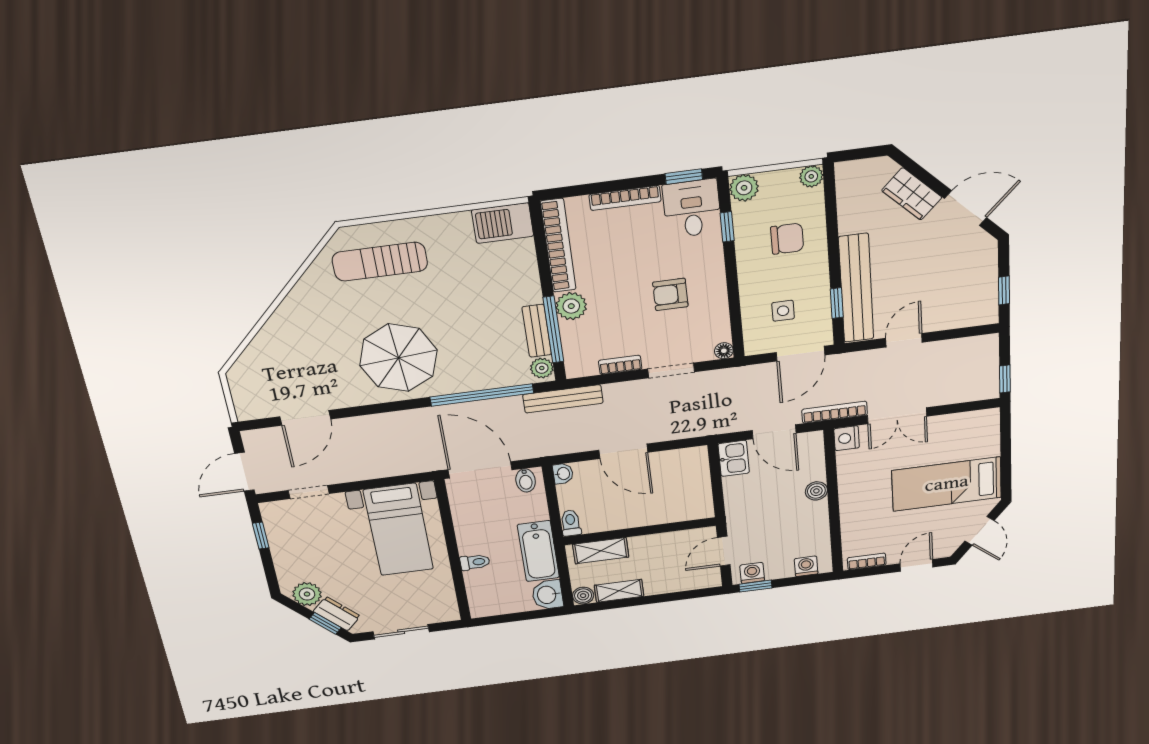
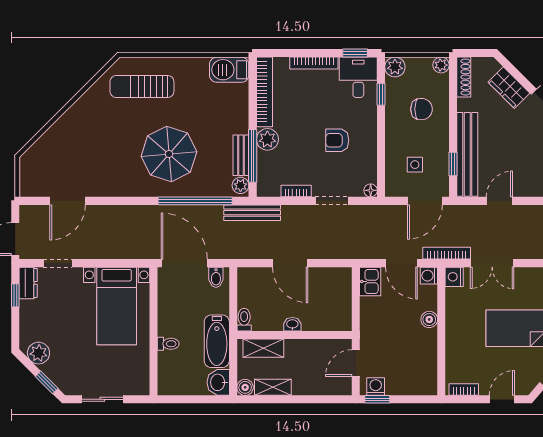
shoe rack: (845, 188) -> (464, 77), added
parasol: (398, 358) -> (169, 154), moved
washbasin: (563, 474) -> (292, 324), moved, turned -90
washing machine: (806, 566) -> (429, 276), moved, turned -90
dresser: (337, 614) -> (28, 283), moved, turned 45

